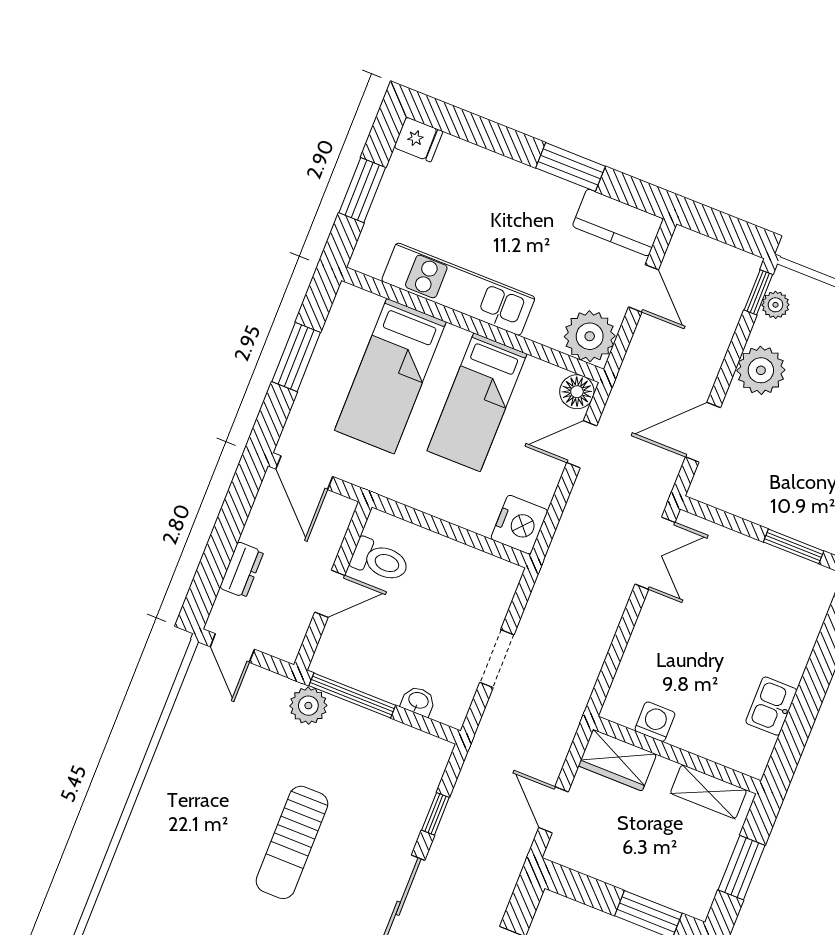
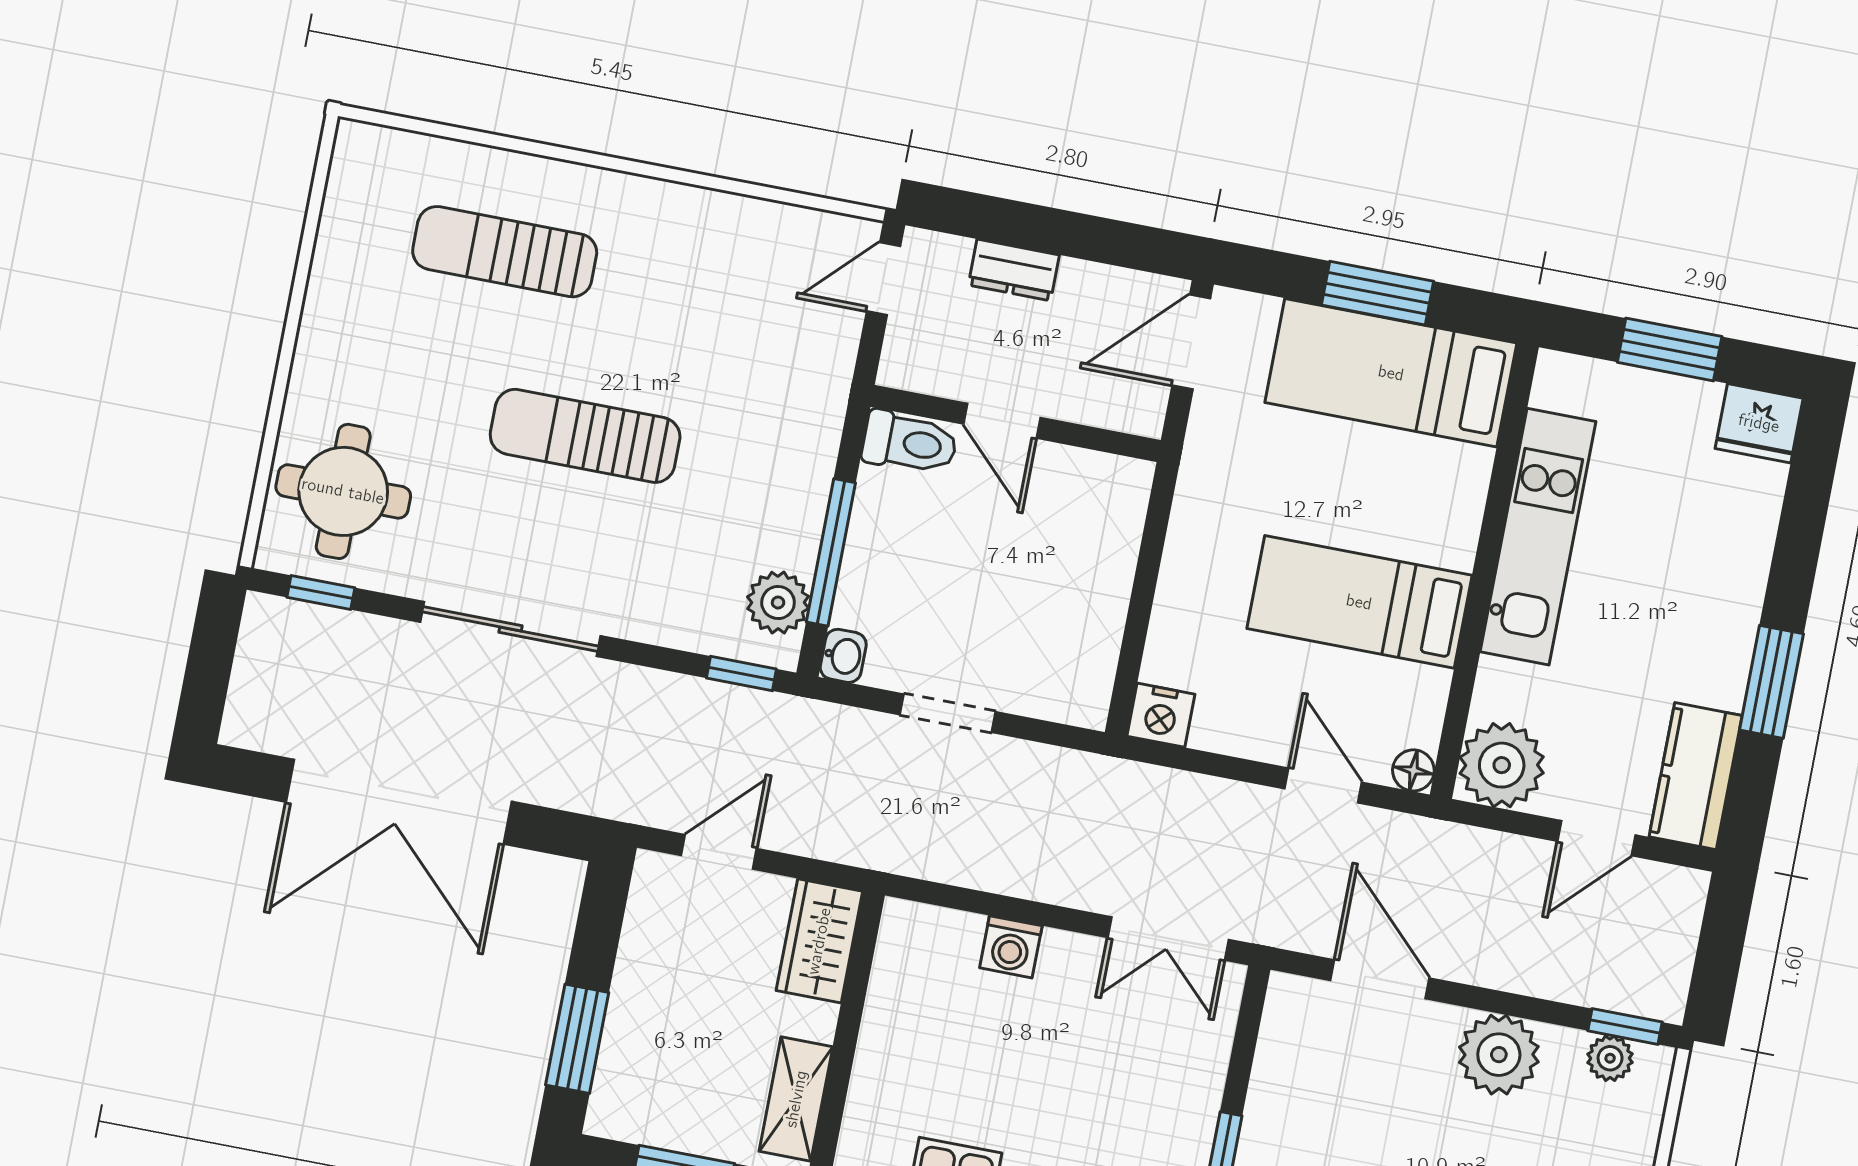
fridge: (418, 139) -> (1759, 423), width x1.38
bed: (390, 376) -> (1391, 373), moved
floor lamp: (577, 392) -> (1413, 770), width x0.73, depth x0.73
nightstand: (519, 525) -> (1161, 715), width x0.74, depth x0.75
toilet: (380, 560) -> (910, 443), moved, turned -90
window: (352, 695) -> (831, 552), moved
washbasin: (418, 701) -> (843, 656), moved
plant: (308, 706) -> (778, 603), moved
washing machine: (655, 722) -> (1011, 947), moved, turned 90
window: (435, 814) -> (741, 673), moved
sun lounger: (174, 869) -> (505, 252), added

